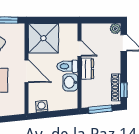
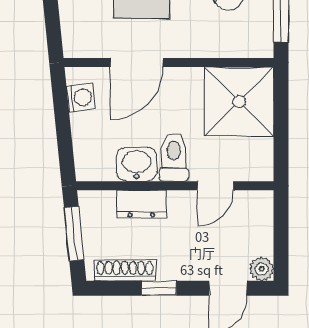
dresser: (87, 69) -> (141, 204), moved
door: (27, 71) -> (137, 63), moved
window: (124, 90) -> (159, 288), moved

